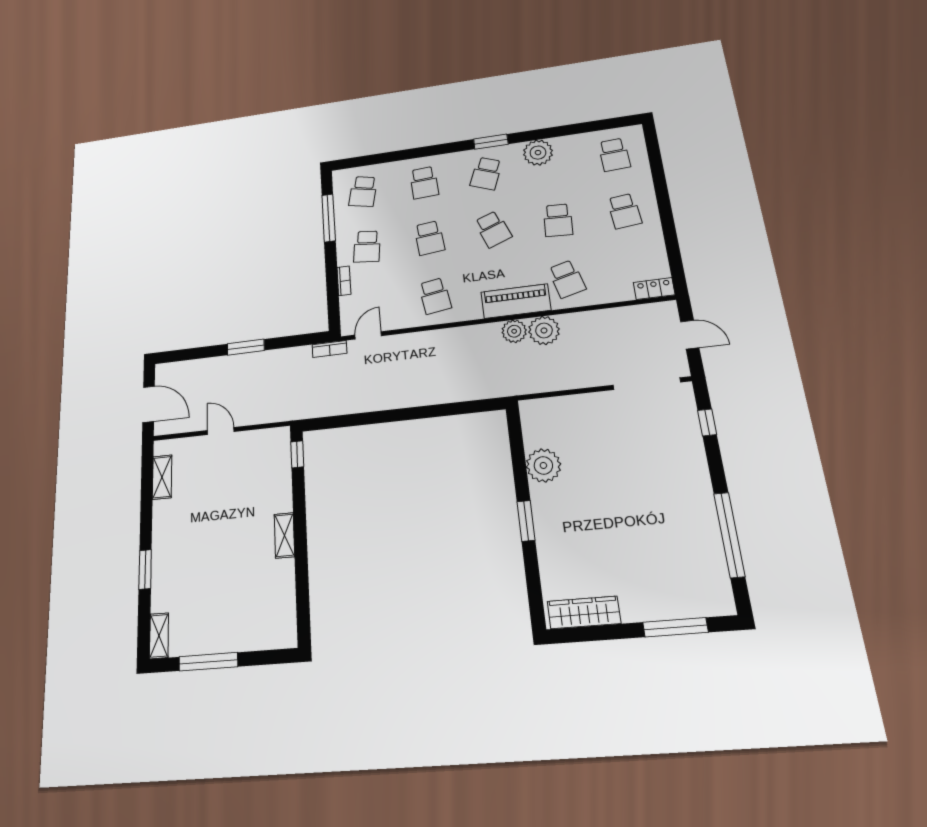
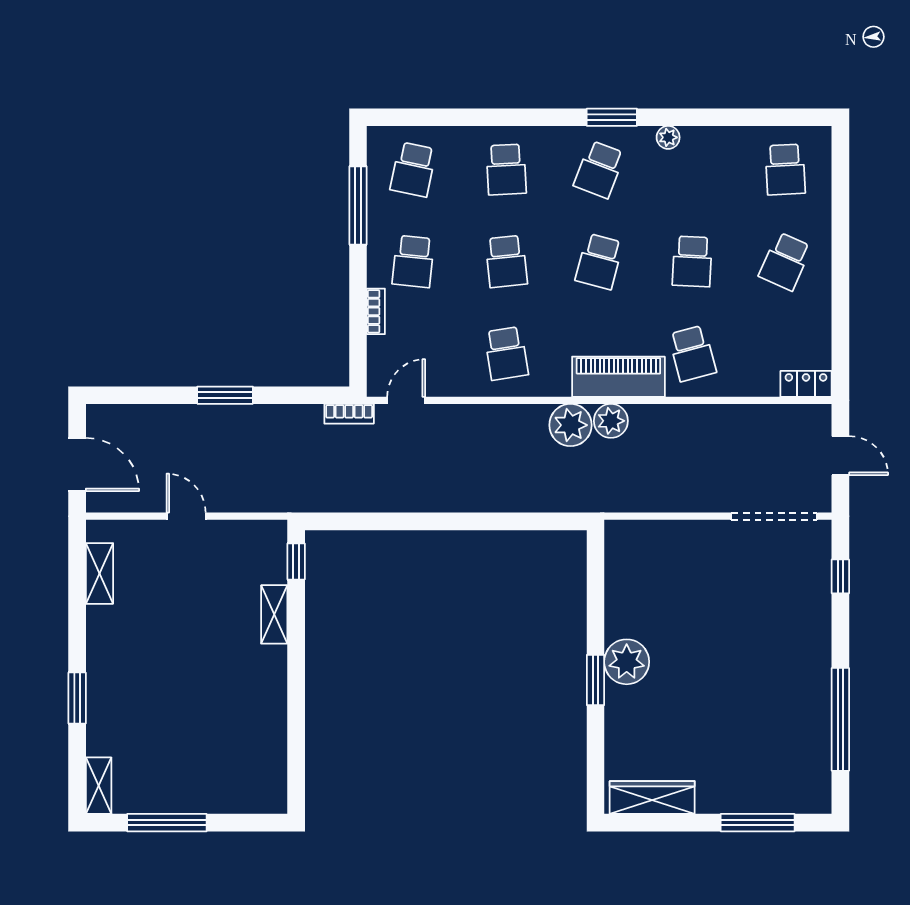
plant: (538, 153) -> (668, 137), width x0.53, depth x0.53
school desk: (624, 211) -> (785, 261), turned 30
school desk: (493, 229) -> (599, 261), turned 36
plant: (544, 330) -> (570, 425), moved
plant: (543, 465) -> (627, 662), moved
shelving: (284, 535) -> (274, 614), moved

